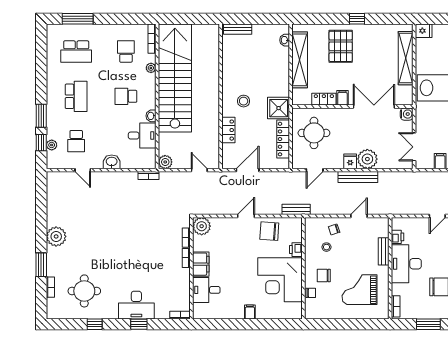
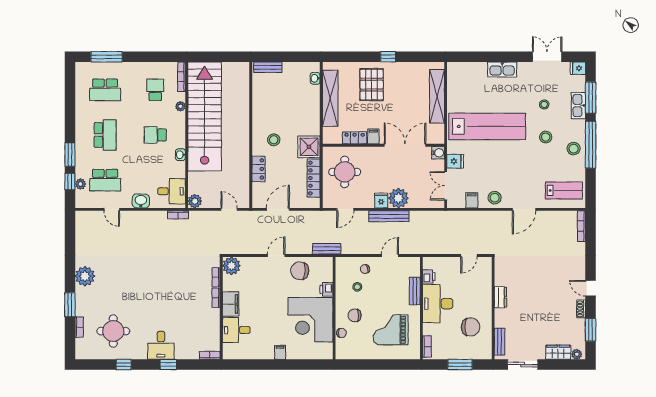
fridge: (424, 31) -> (455, 161), moved
desk: (142, 136) -> (172, 191), moved
school desk: (76, 141) -> (105, 180), width x1.85
desk: (136, 305) -> (161, 345), width x0.73

